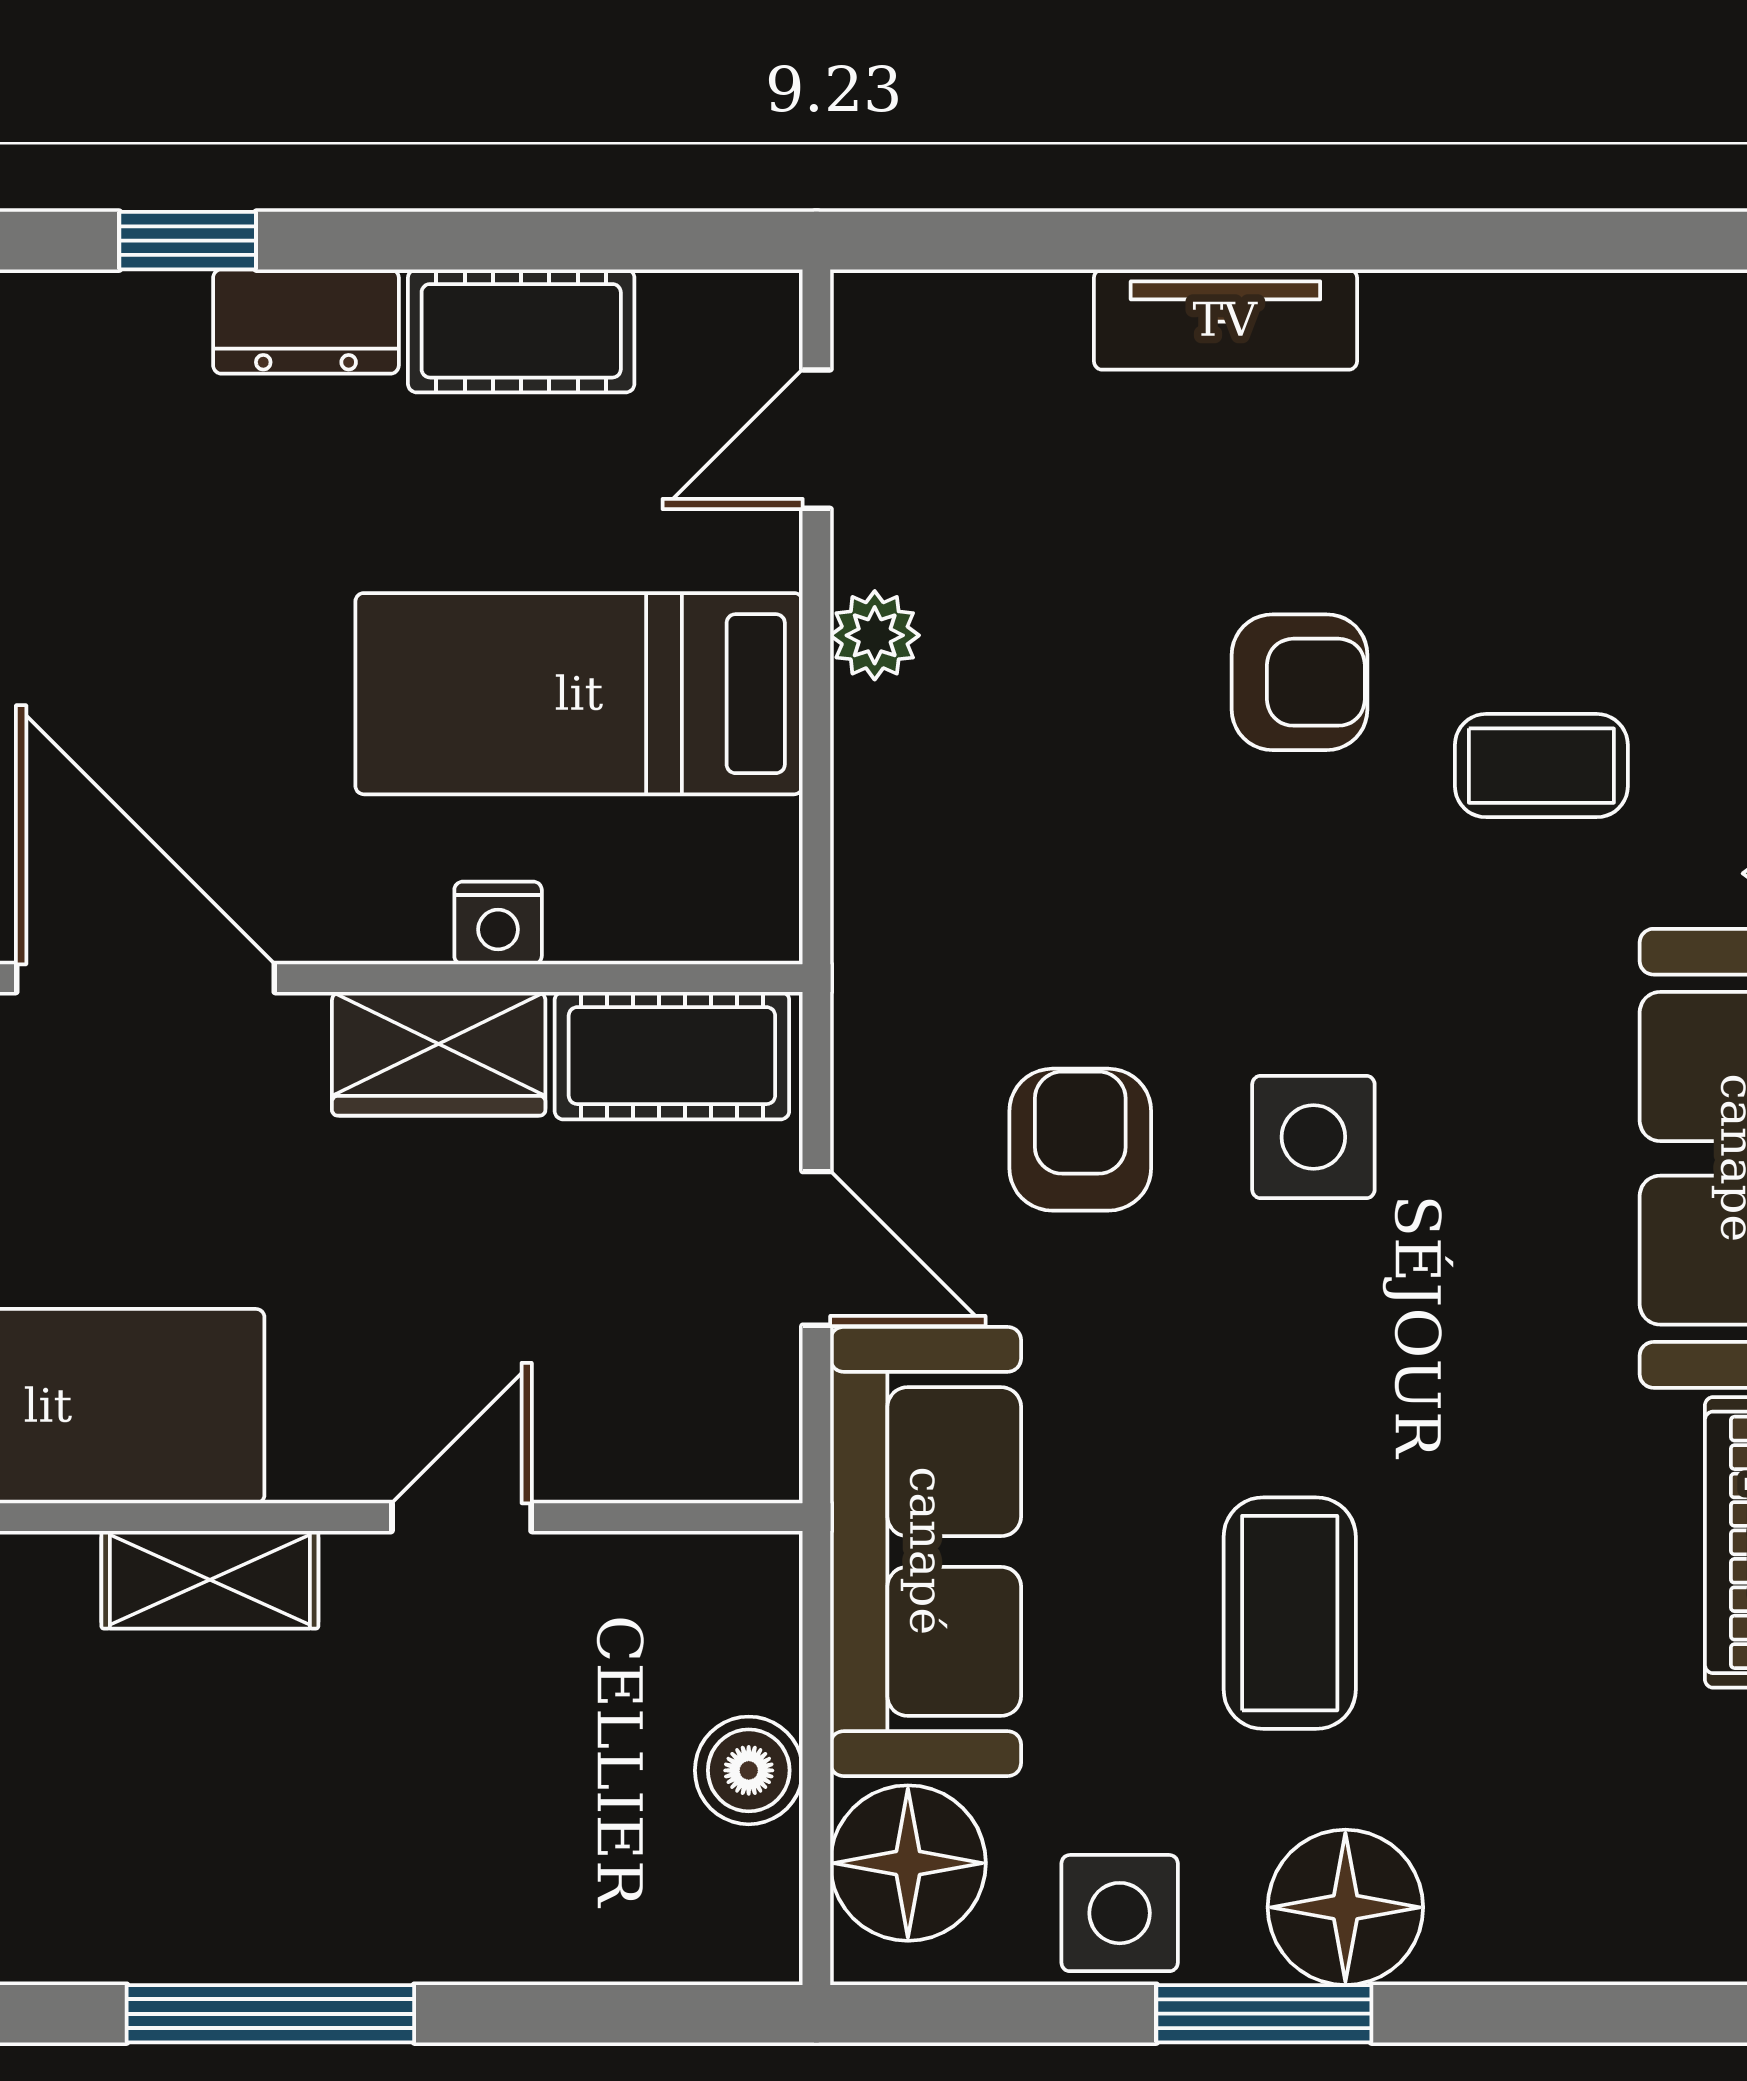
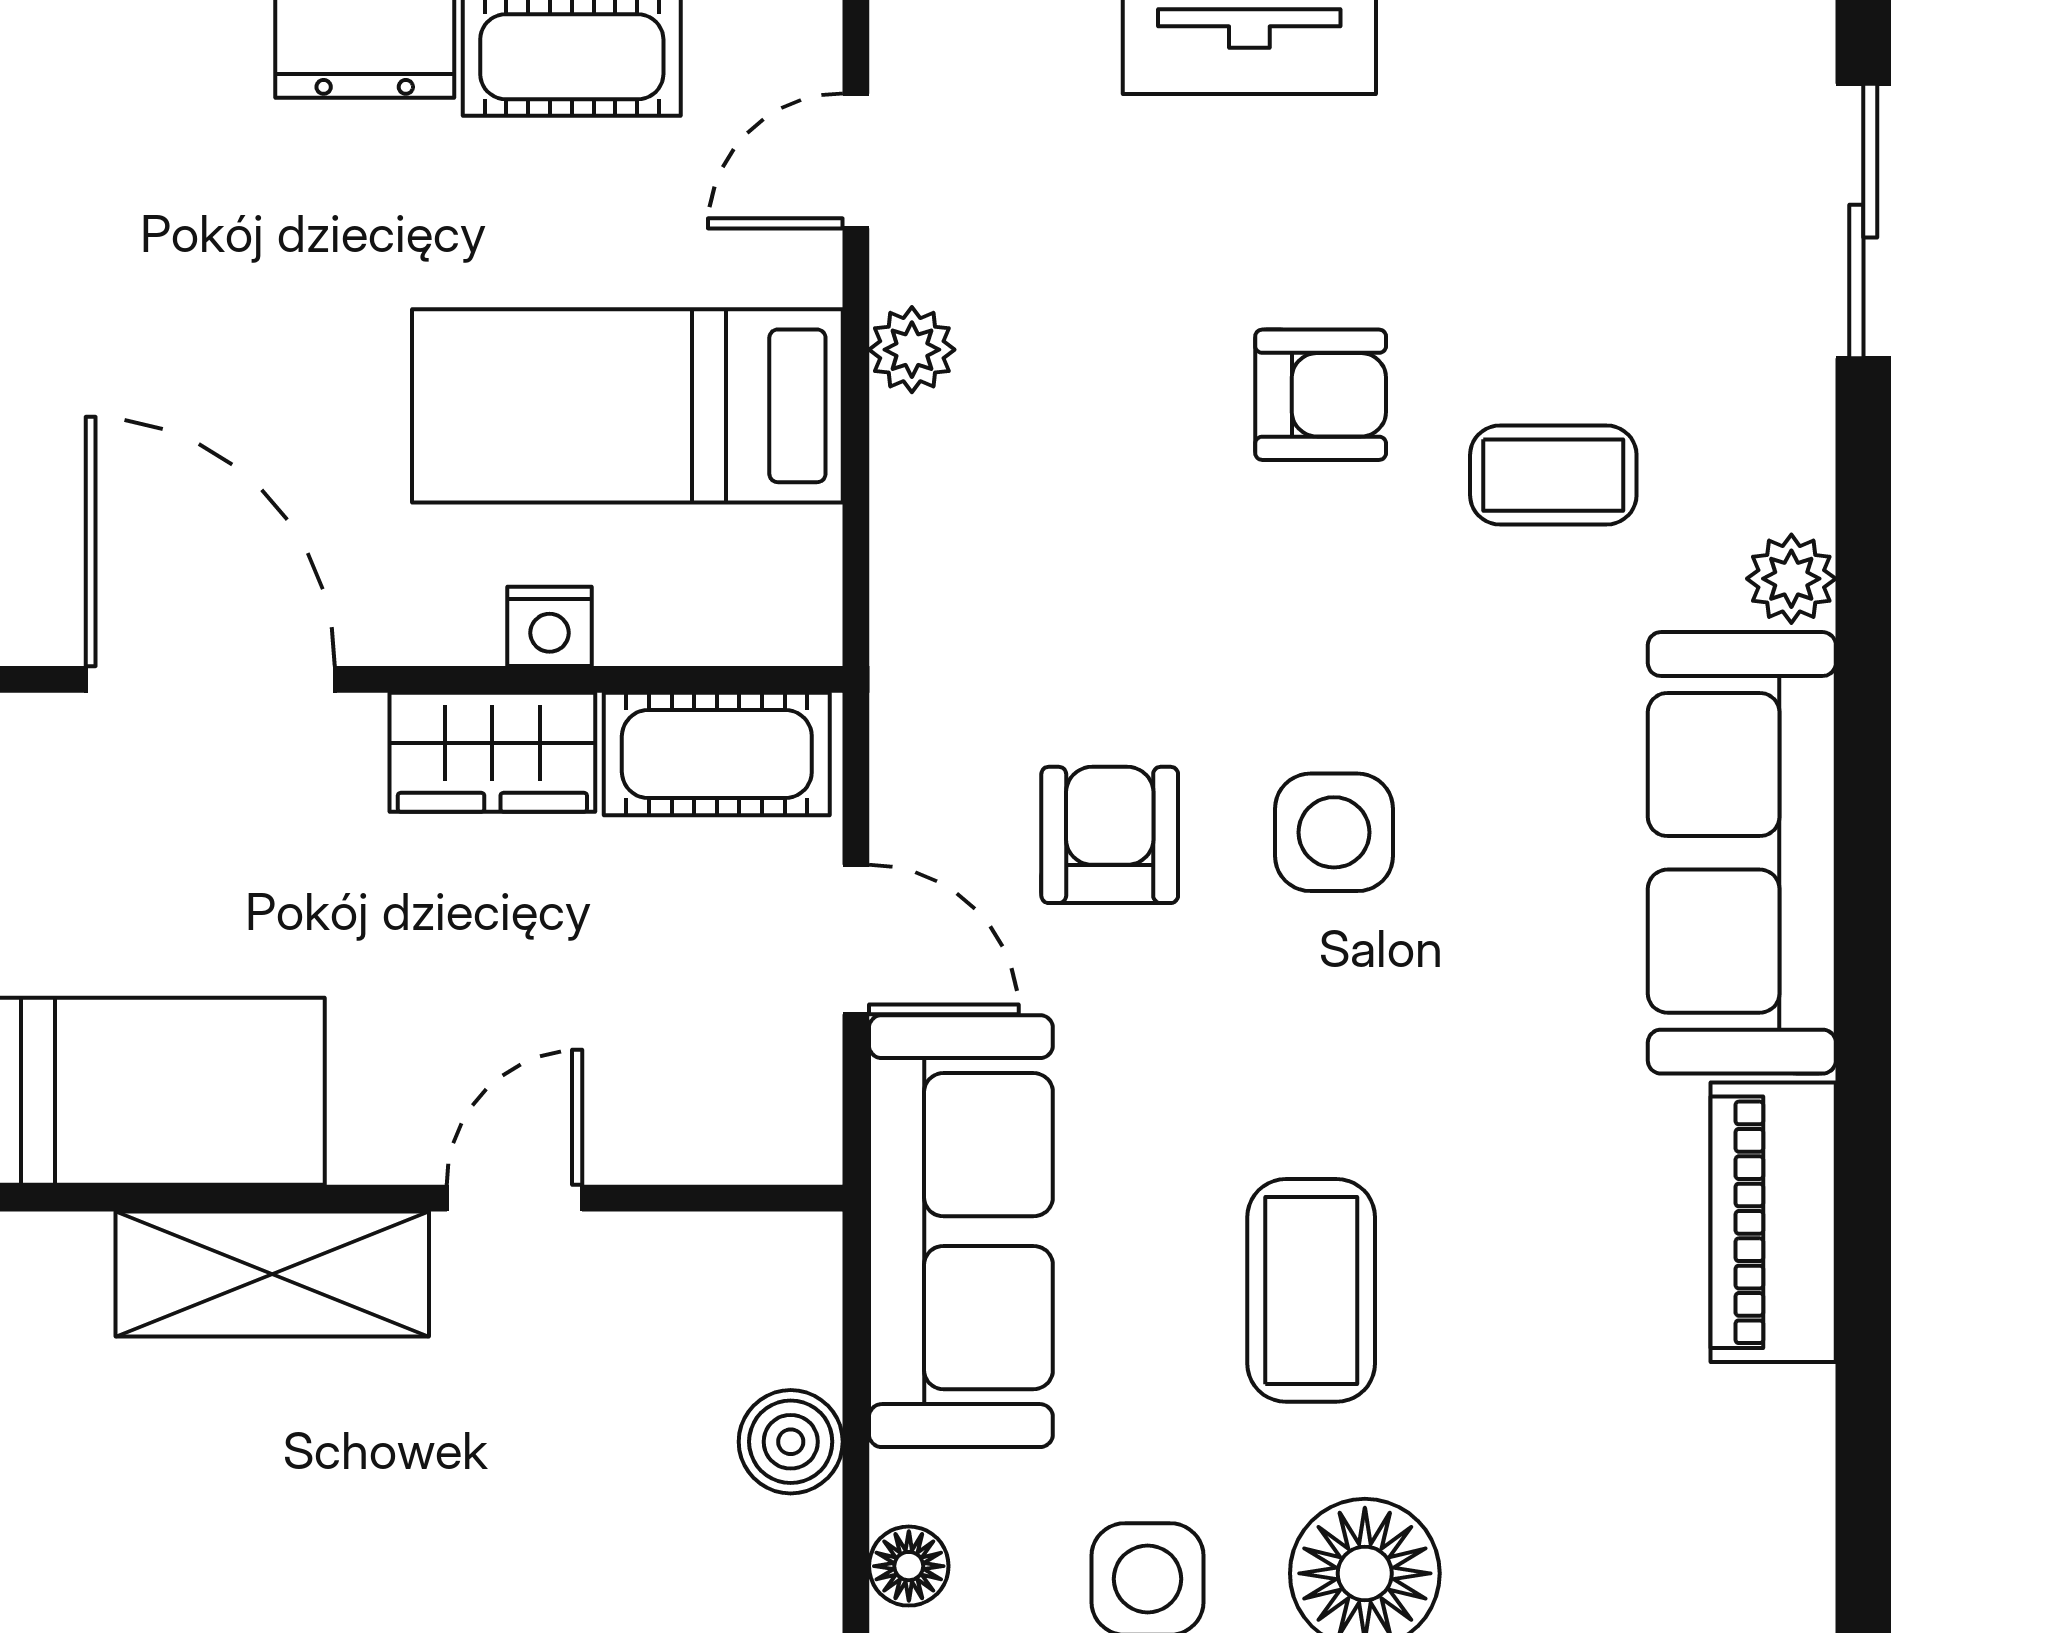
shelving: (210, 1580) -> (272, 1274), width x1.50, depth x1.33
floor lamp: (908, 1863) -> (909, 1566), width x0.53, depth x0.53

